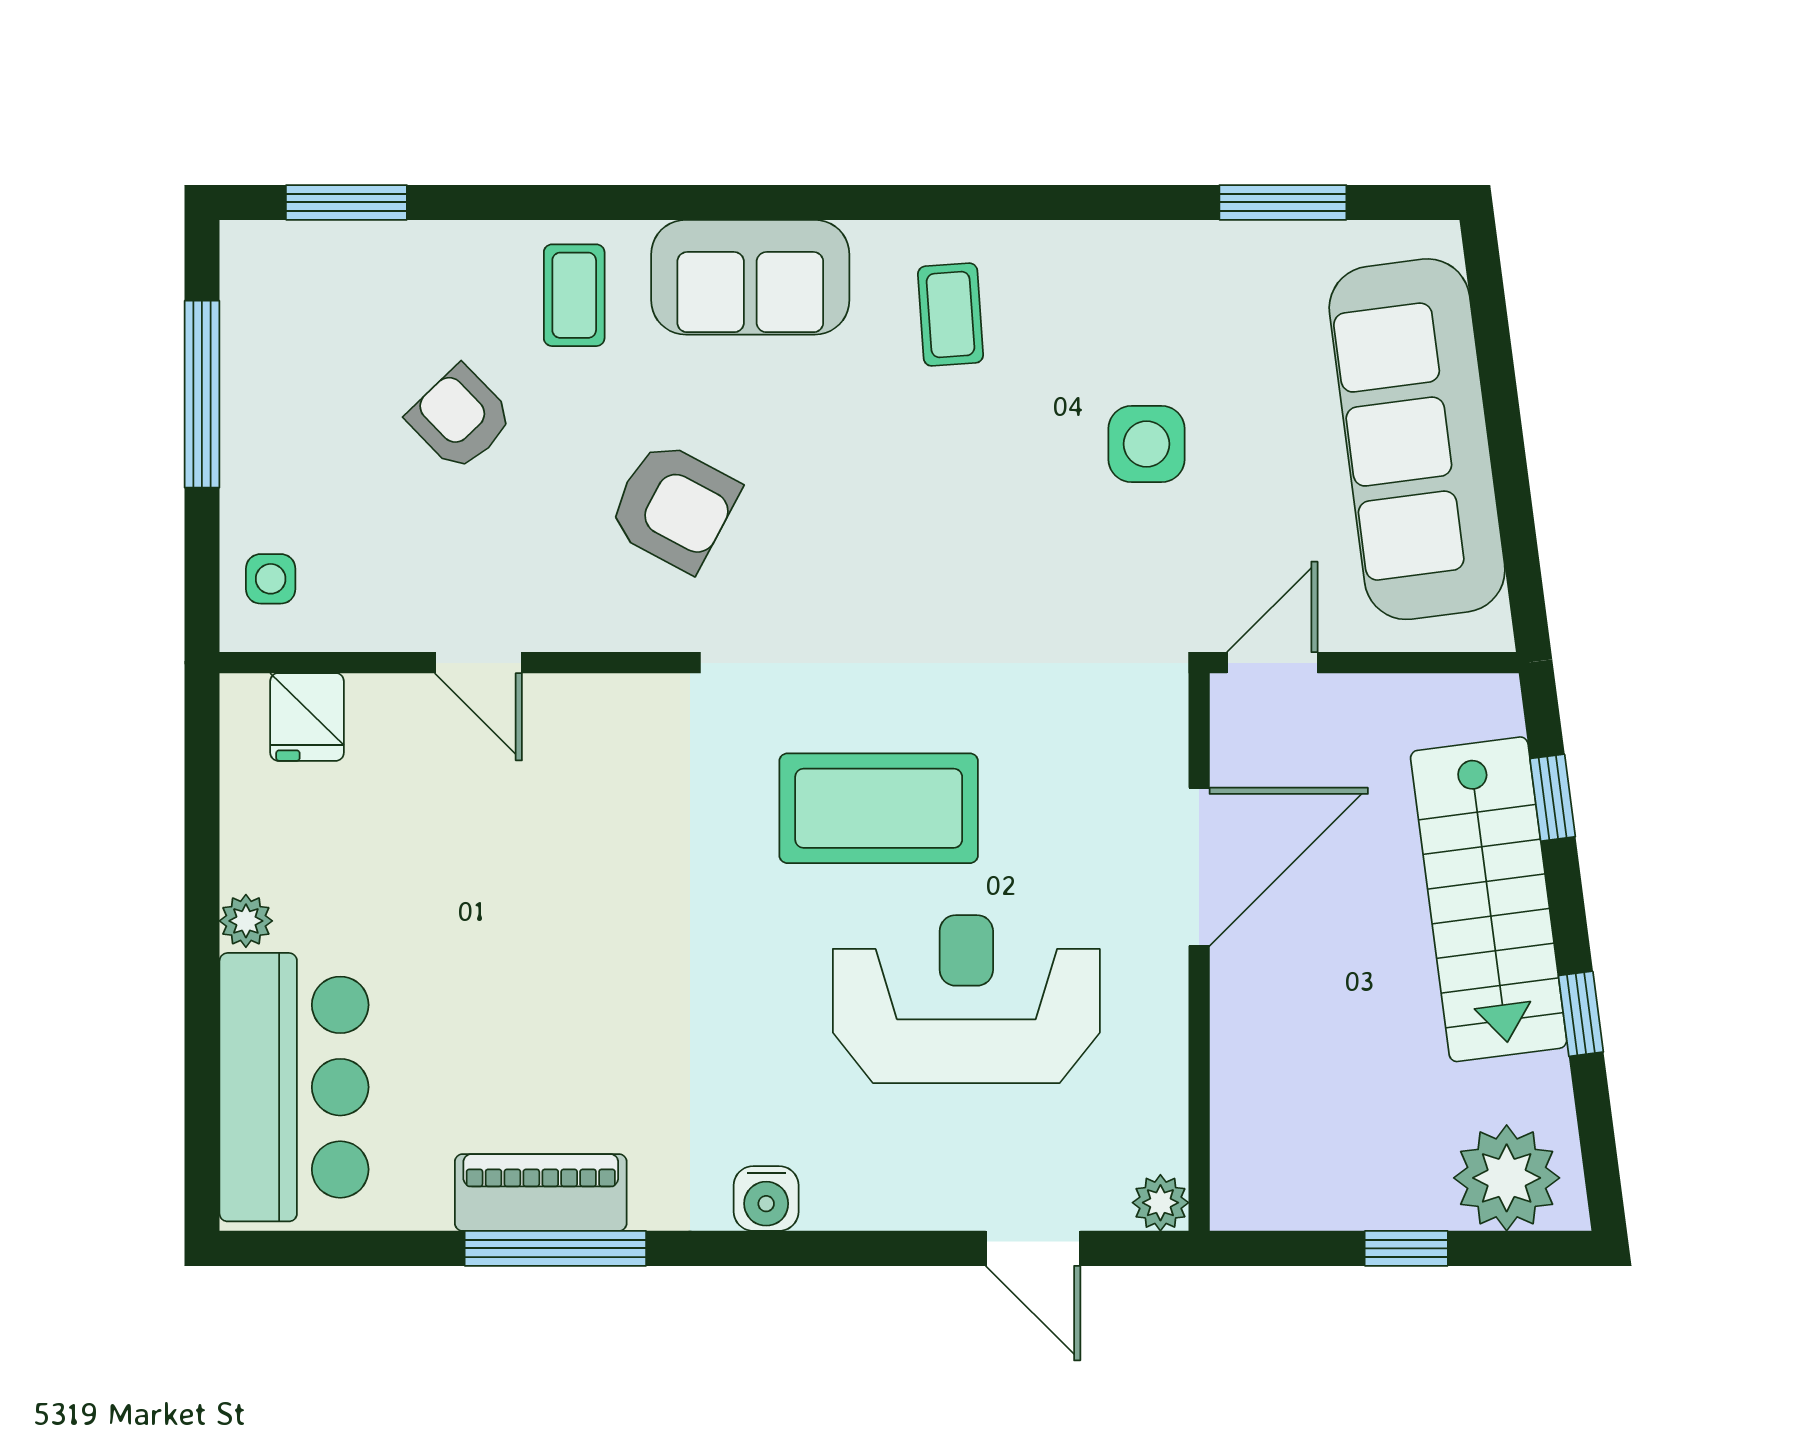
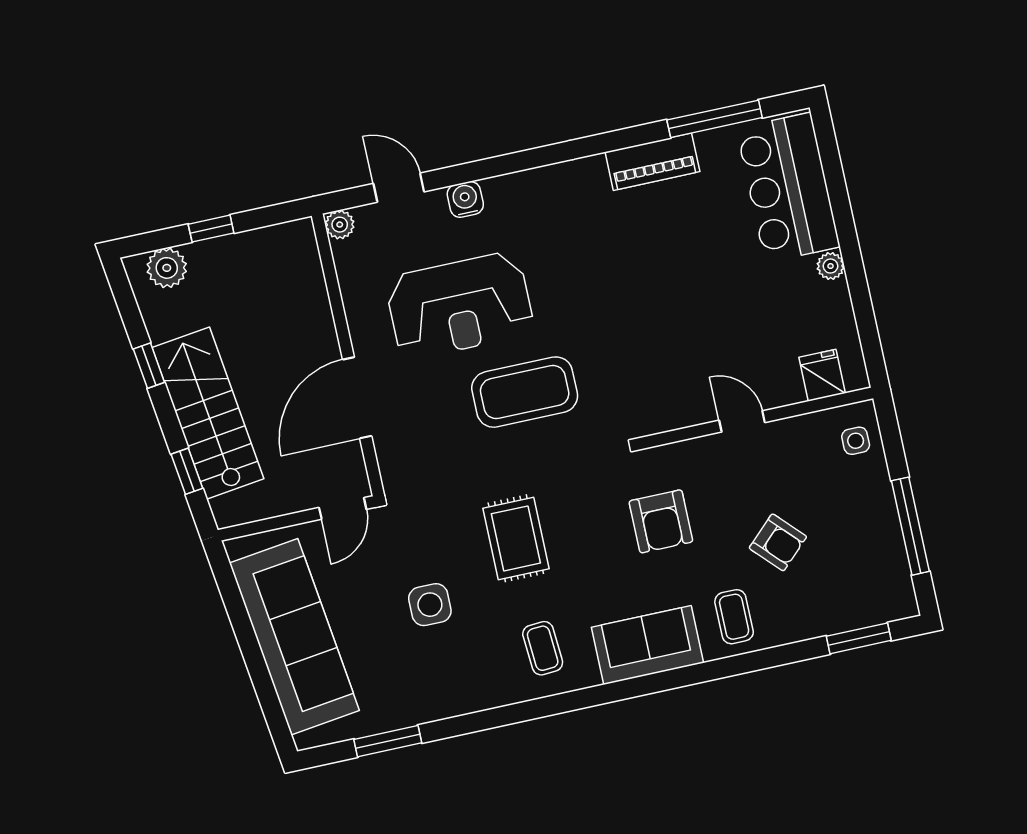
armchair: (674, 506) -> (661, 521), turned -118
rug: (956, 534) -> (516, 538), added
plant: (1507, 1178) -> (167, 268), width x0.73, depth x0.73
water cooler: (766, 1198) -> (465, 199), moved
window: (555, 1248) -> (715, 119), moved

